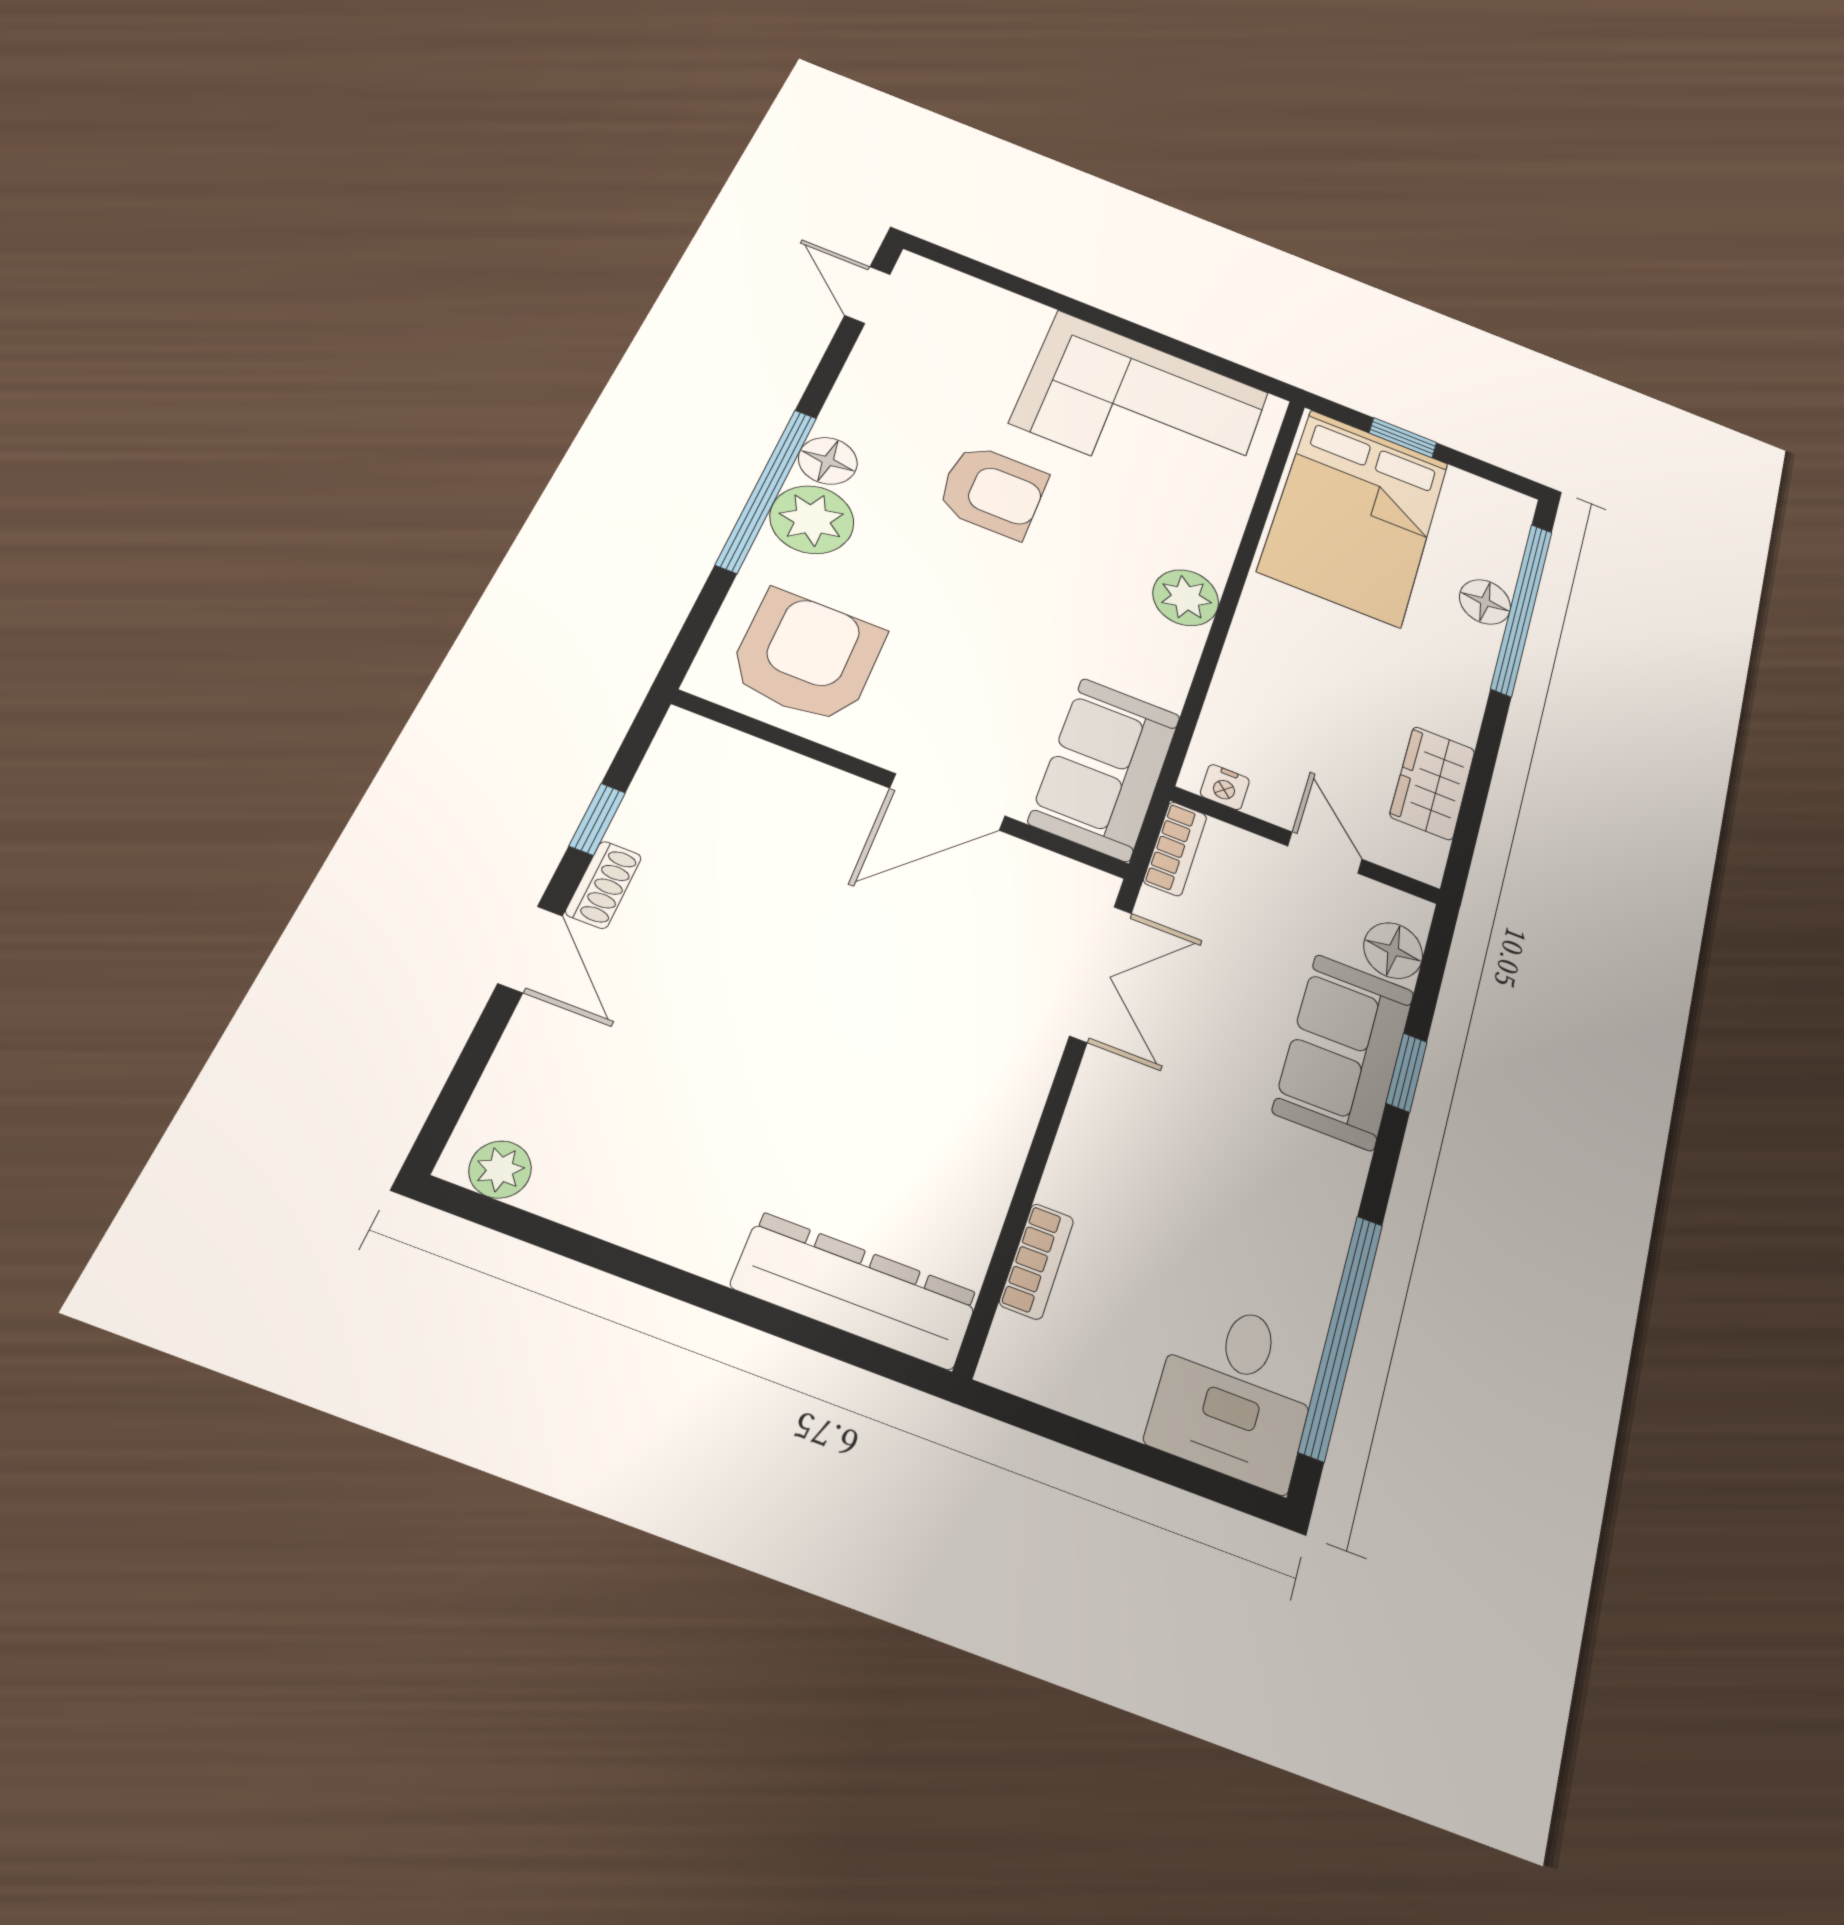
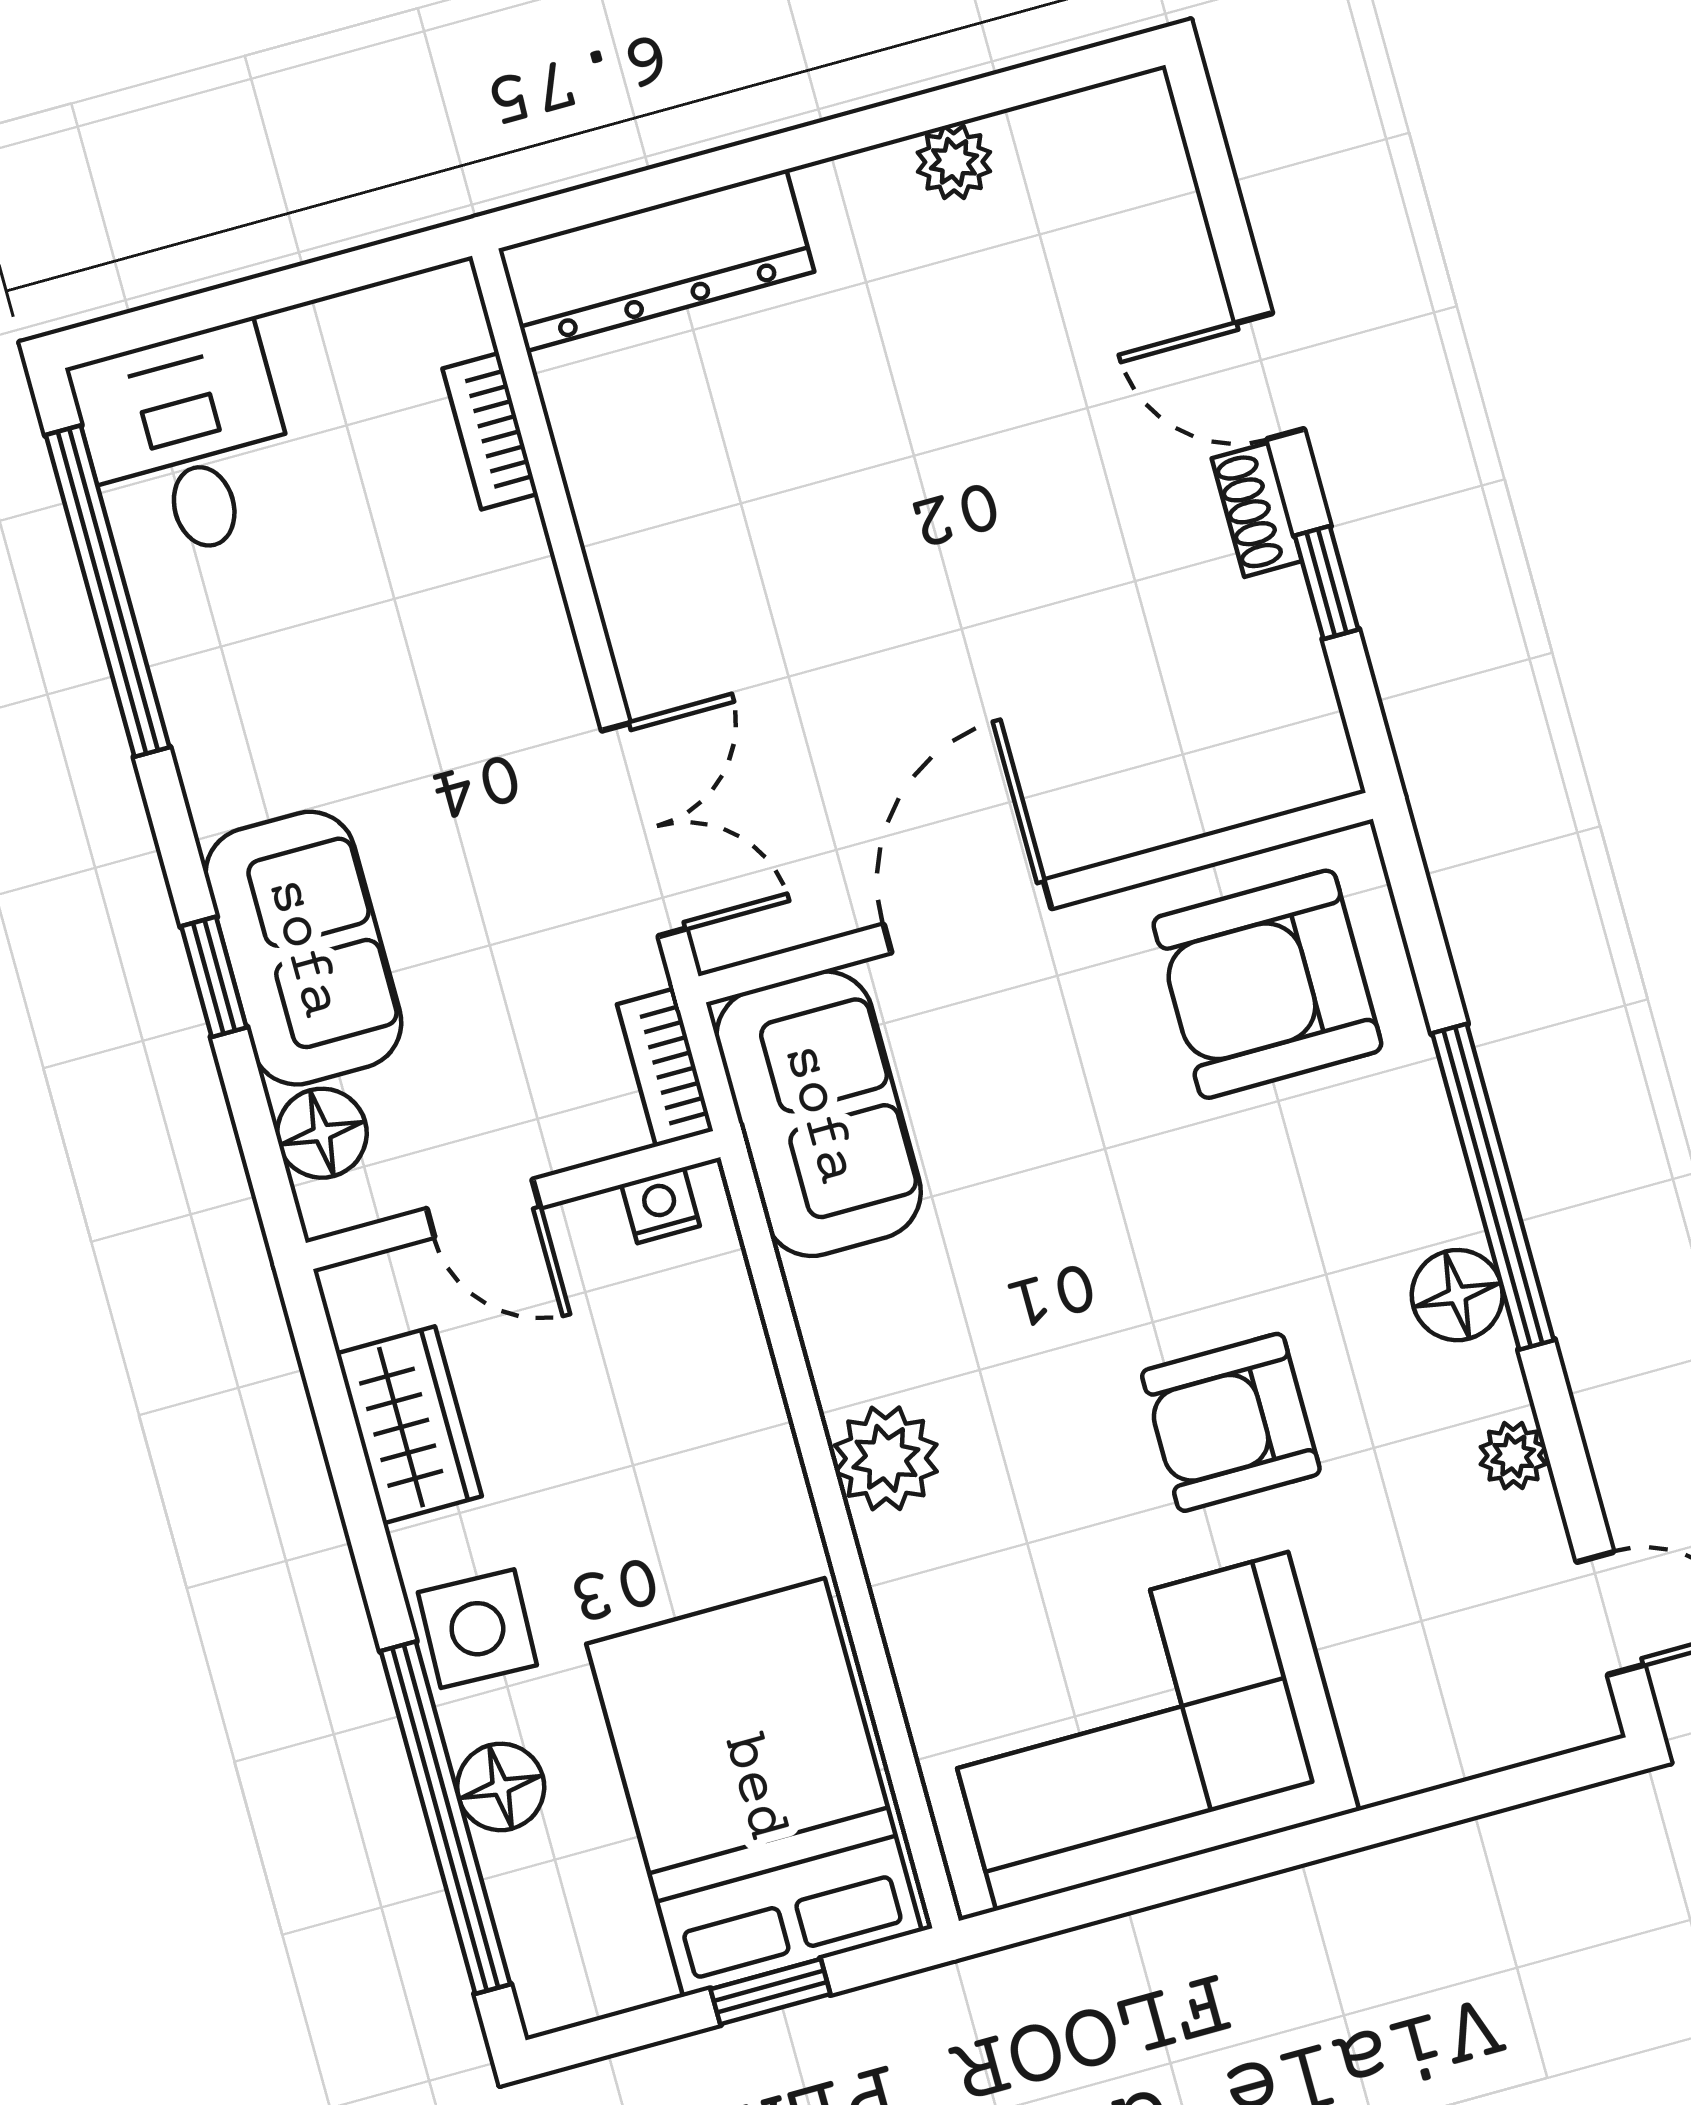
plant: (812, 520) -> (1513, 1456), moved, width x0.53, depth x0.53
armchair: (807, 656) -> (1267, 984), turned 90
side table: (1454, 673) -> (477, 1629), added
double door: (1101, 974) -> (644, 830), swing flipped
plant: (500, 1169) -> (954, 162), moved

